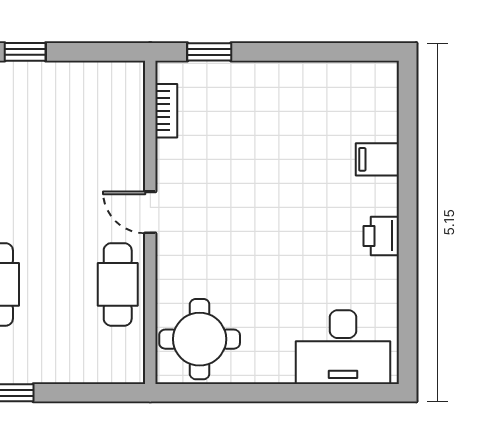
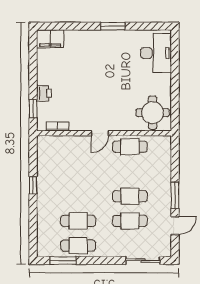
filing cabinet: (377, 159) -> (50, 39), moved, width x2.00
printer: (381, 236) -> (44, 93), moved, turned -90
window: (408, 243) -> (113, 26), added

